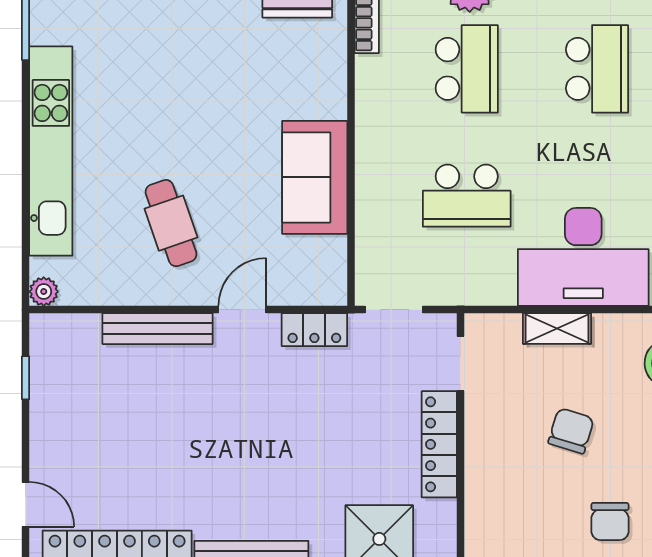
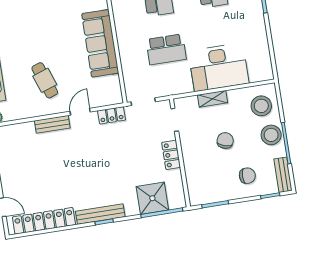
sofa: (315, 177) -> (100, 43), width x1.36
bench: (158, 329) -> (52, 124), width x0.73
locker: (439, 444) -> (171, 155), width x0.66
chair: (610, 521) -> (247, 176), turned -90

